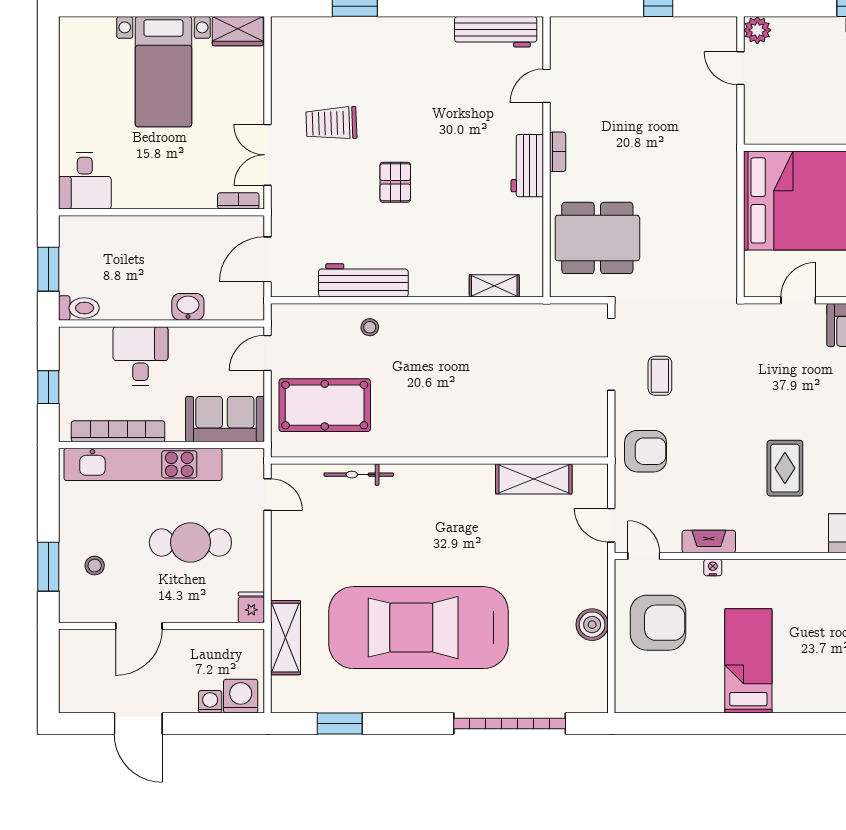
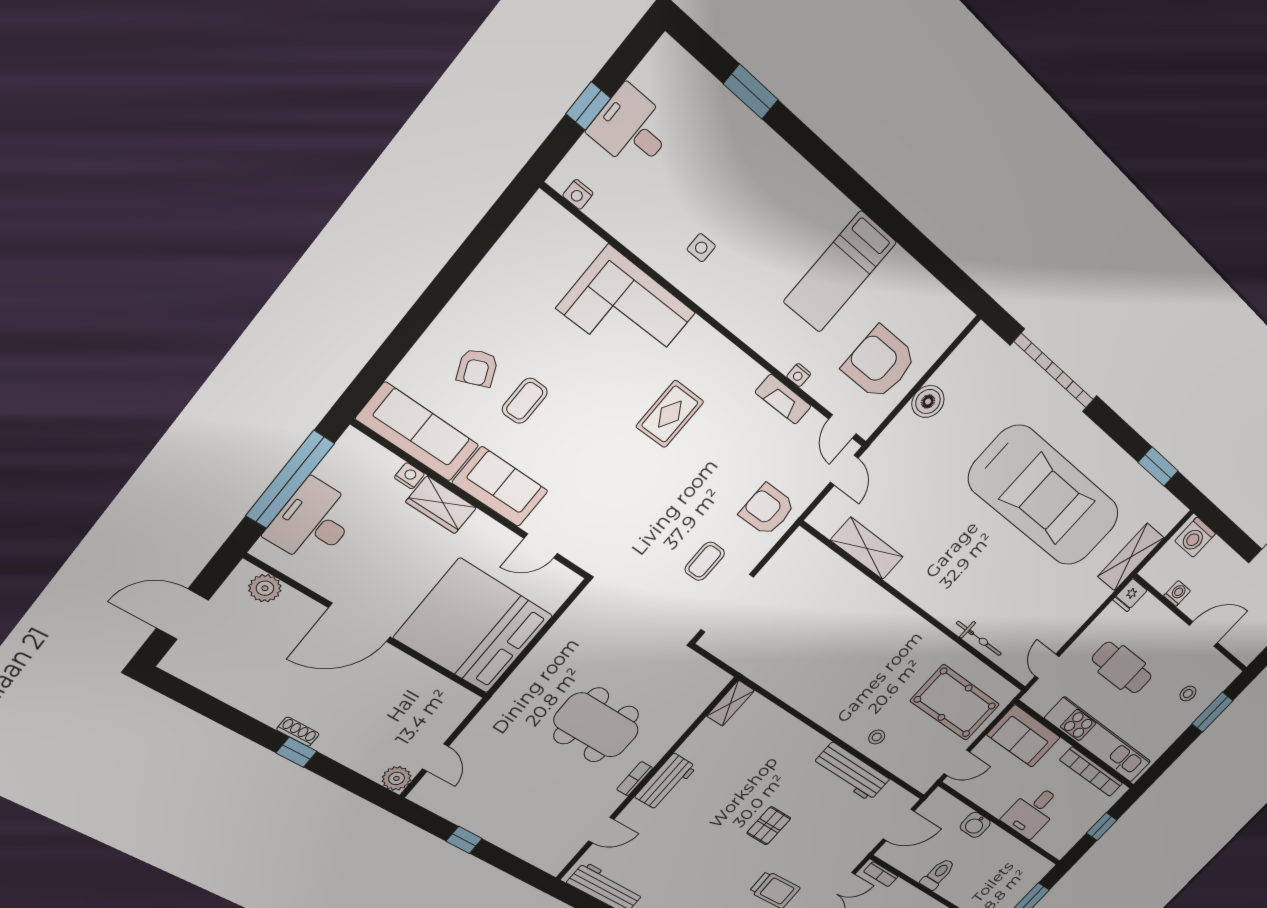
dining table: (597, 238) -> (596, 725), moved
shelving: (494, 286) -> (731, 703), moved, turned 90
toilet: (79, 308) -> (938, 874), moved, turned 90
washing machine: (210, 702) -> (1177, 593), moved, turned 180

